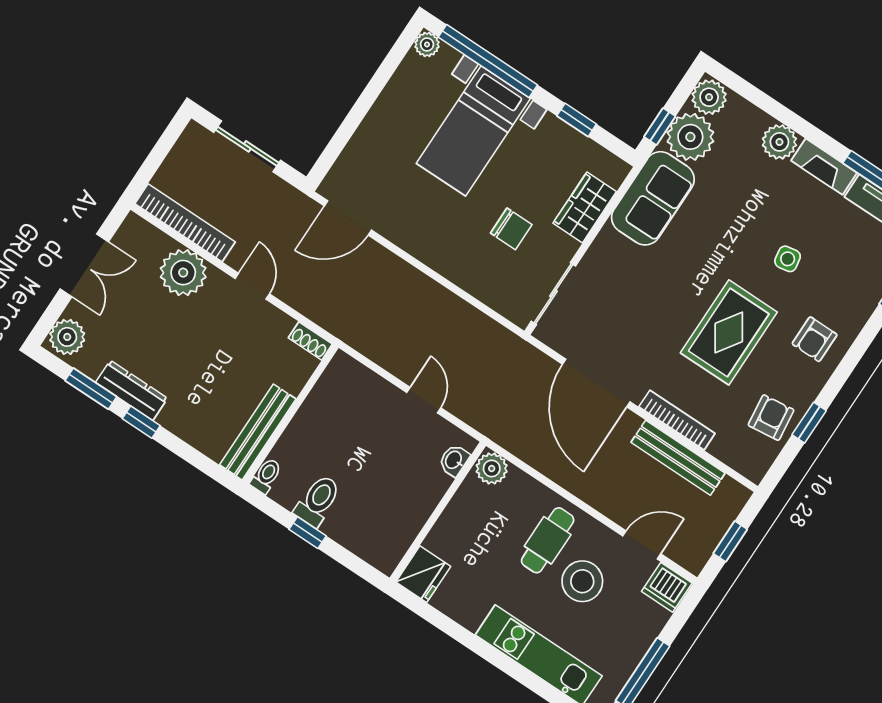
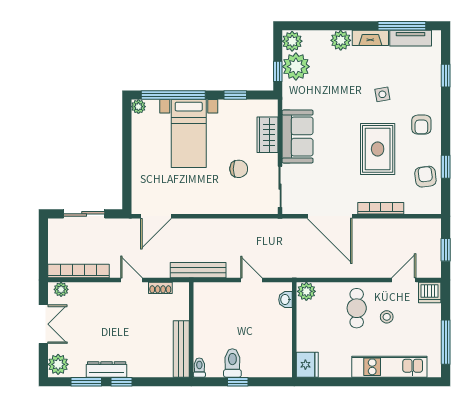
sofa: (653, 198) -> (298, 137), moved
plant: (183, 273) -> (61, 289), moved, width x0.53, depth x0.53
shoe rack: (310, 341) -> (160, 288), moved
bench: (678, 458) -> (198, 270), moved
stool: (582, 581) -> (387, 317), width x0.53, depth x0.53

